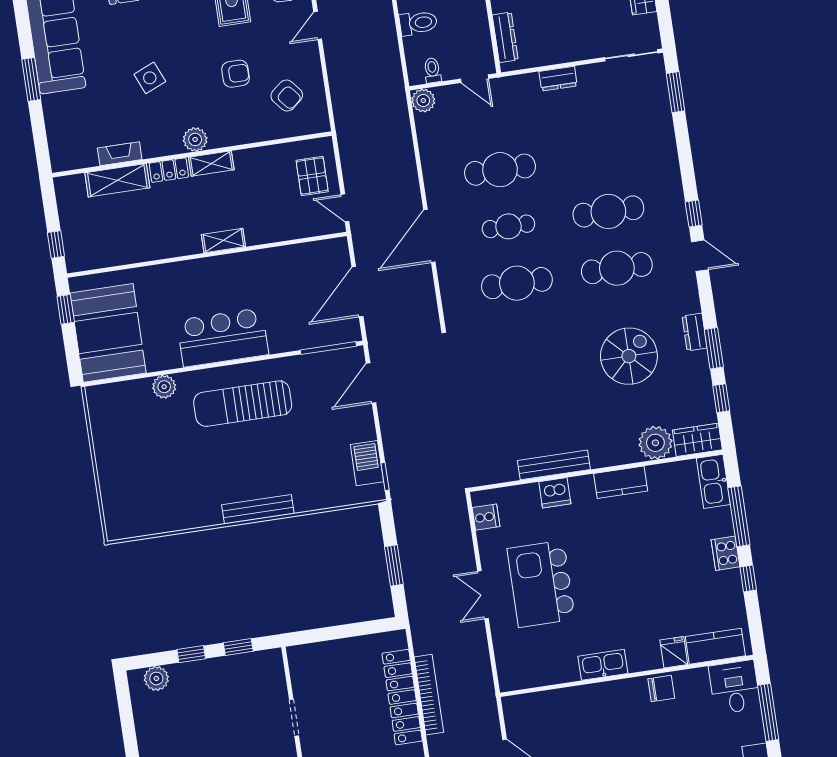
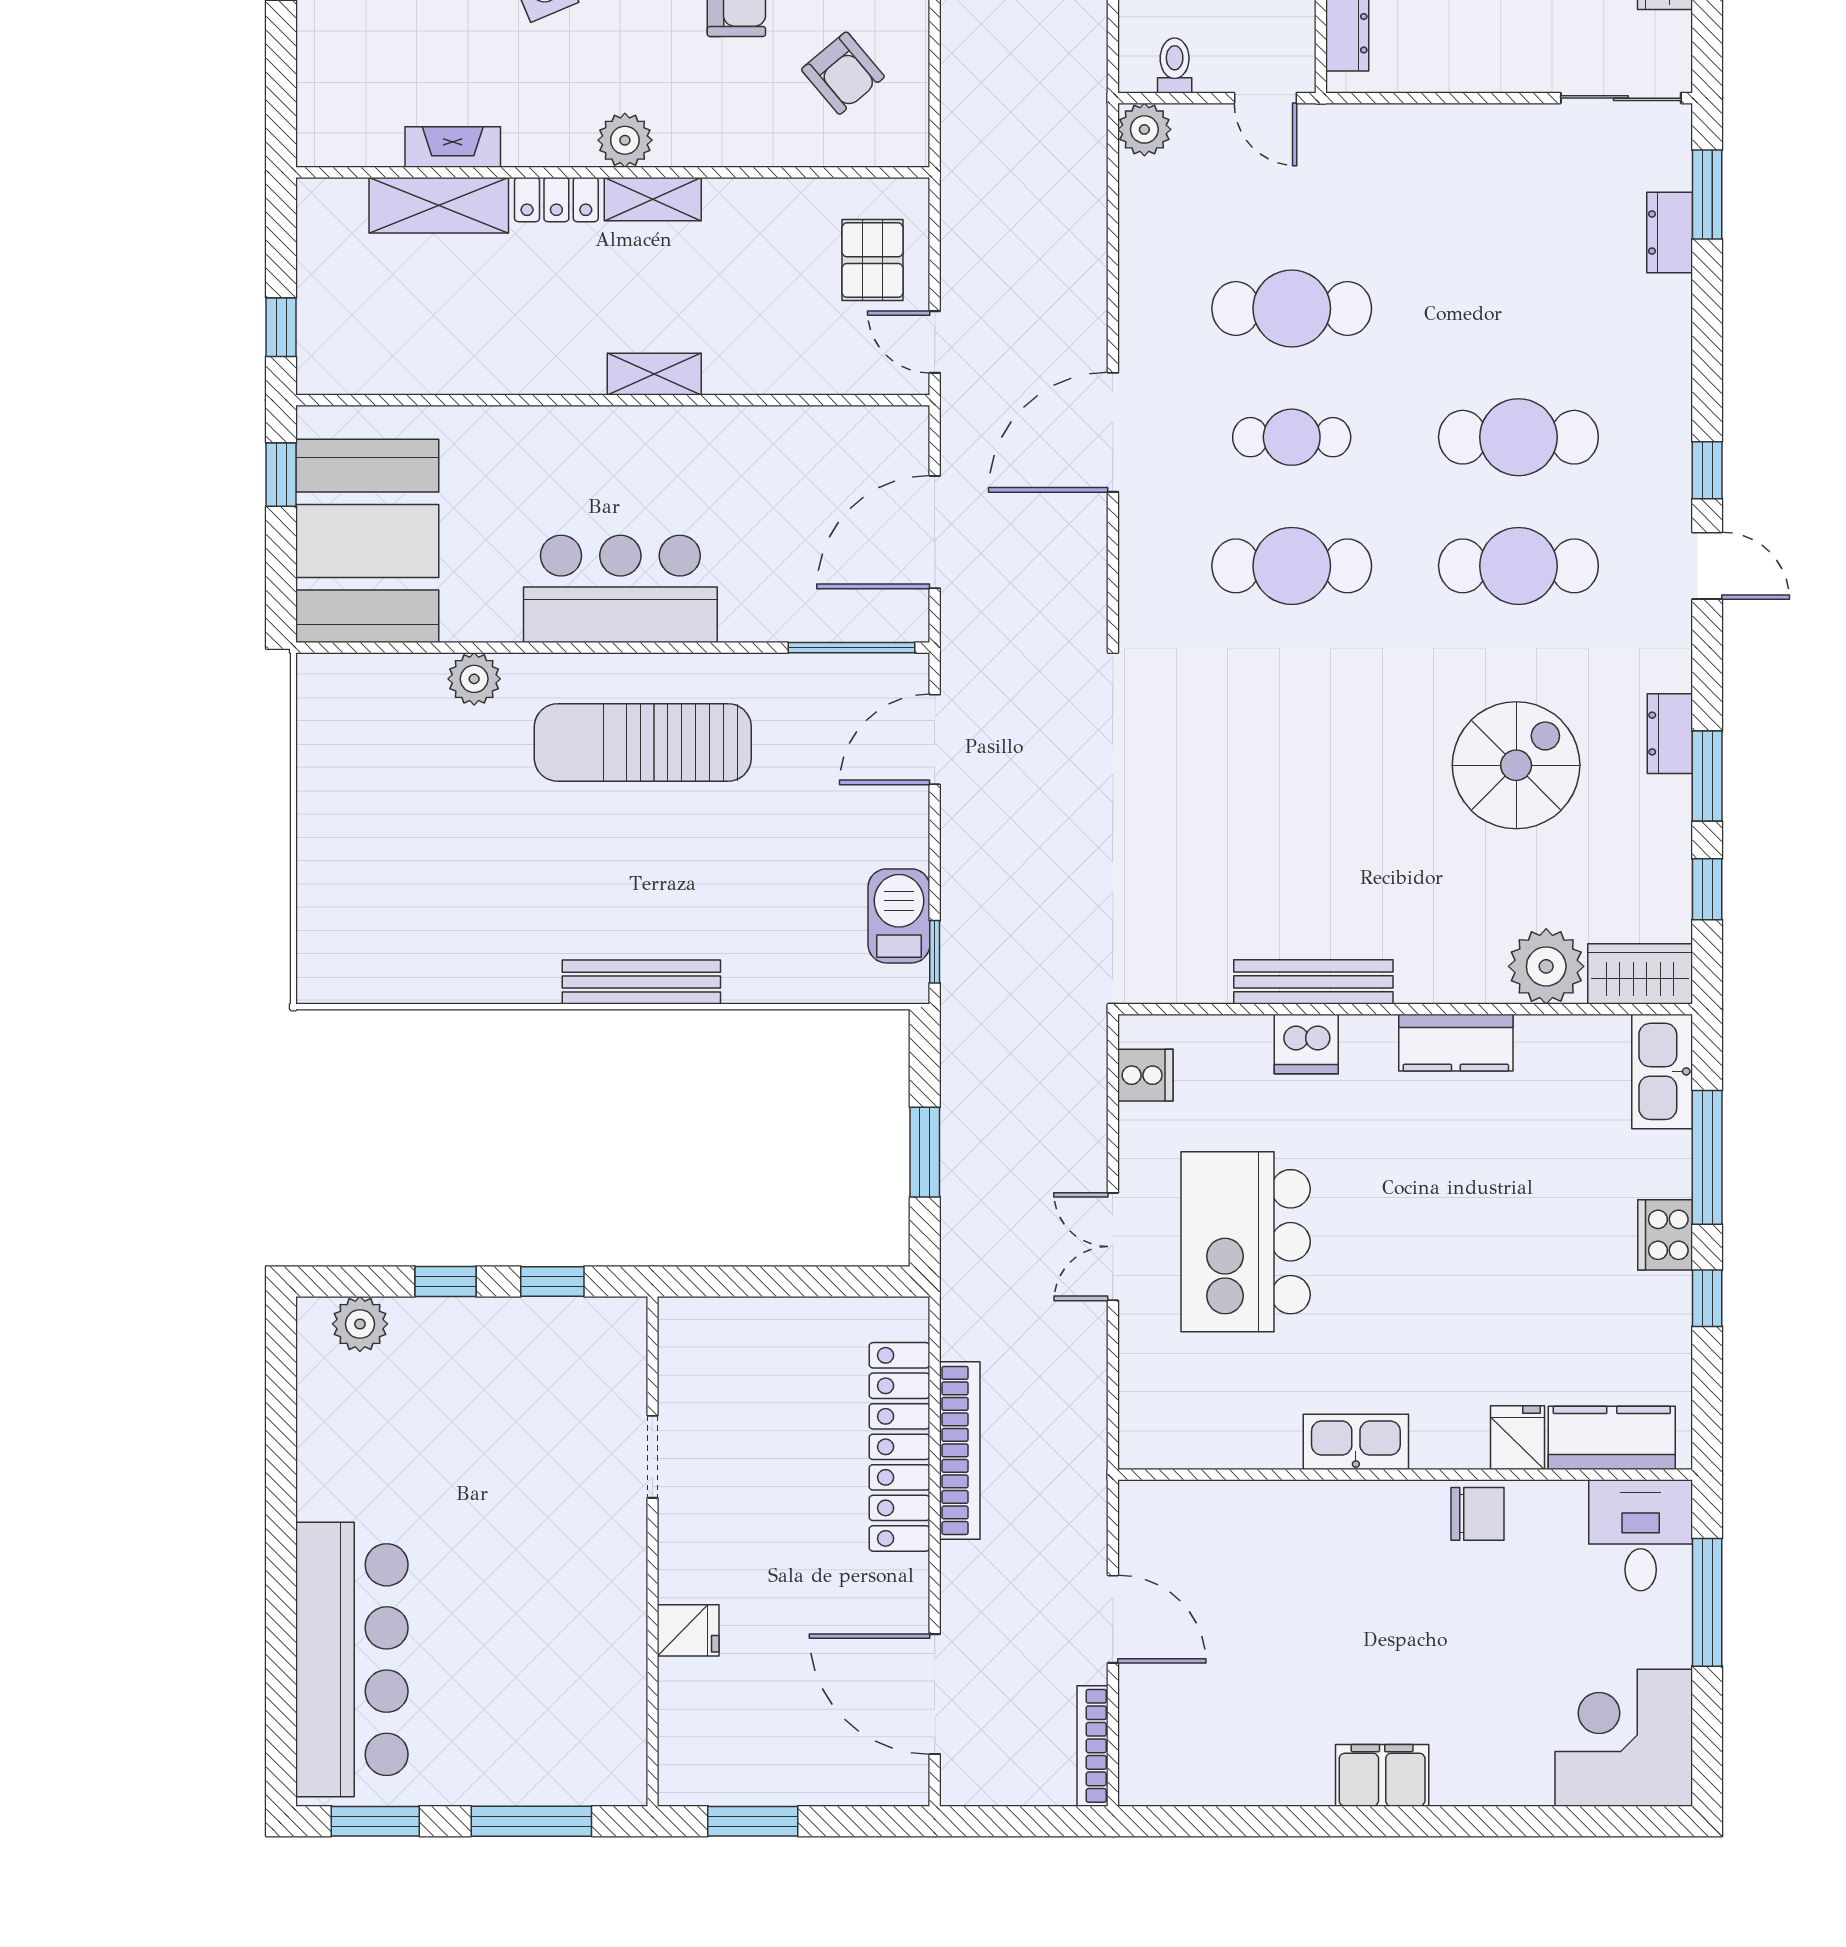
dresser: (558, 79) -> (1670, 233), moved, turned 90

